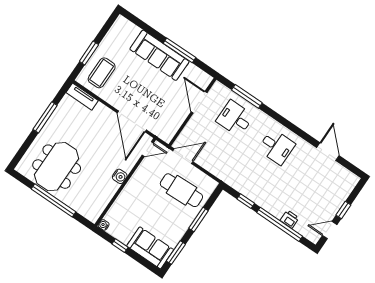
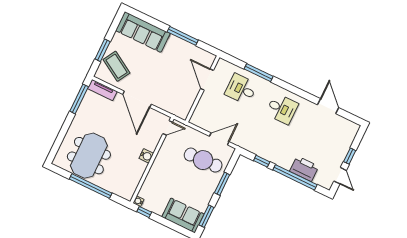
sofa: (159, 55) -> (143, 32), moved
coffee table: (102, 73) -> (117, 66), turned -59
window: (247, 96) -> (259, 73), moved
window: (45, 117) -> (79, 99), moved
door: (132, 121) -> (137, 99), moved
door: (183, 156) -> (219, 139), moved
printer: (289, 219) -> (304, 169), width x1.87, depth x1.48
door: (330, 230) -> (340, 176), swing flipped
window: (120, 246) -> (144, 212), moved

